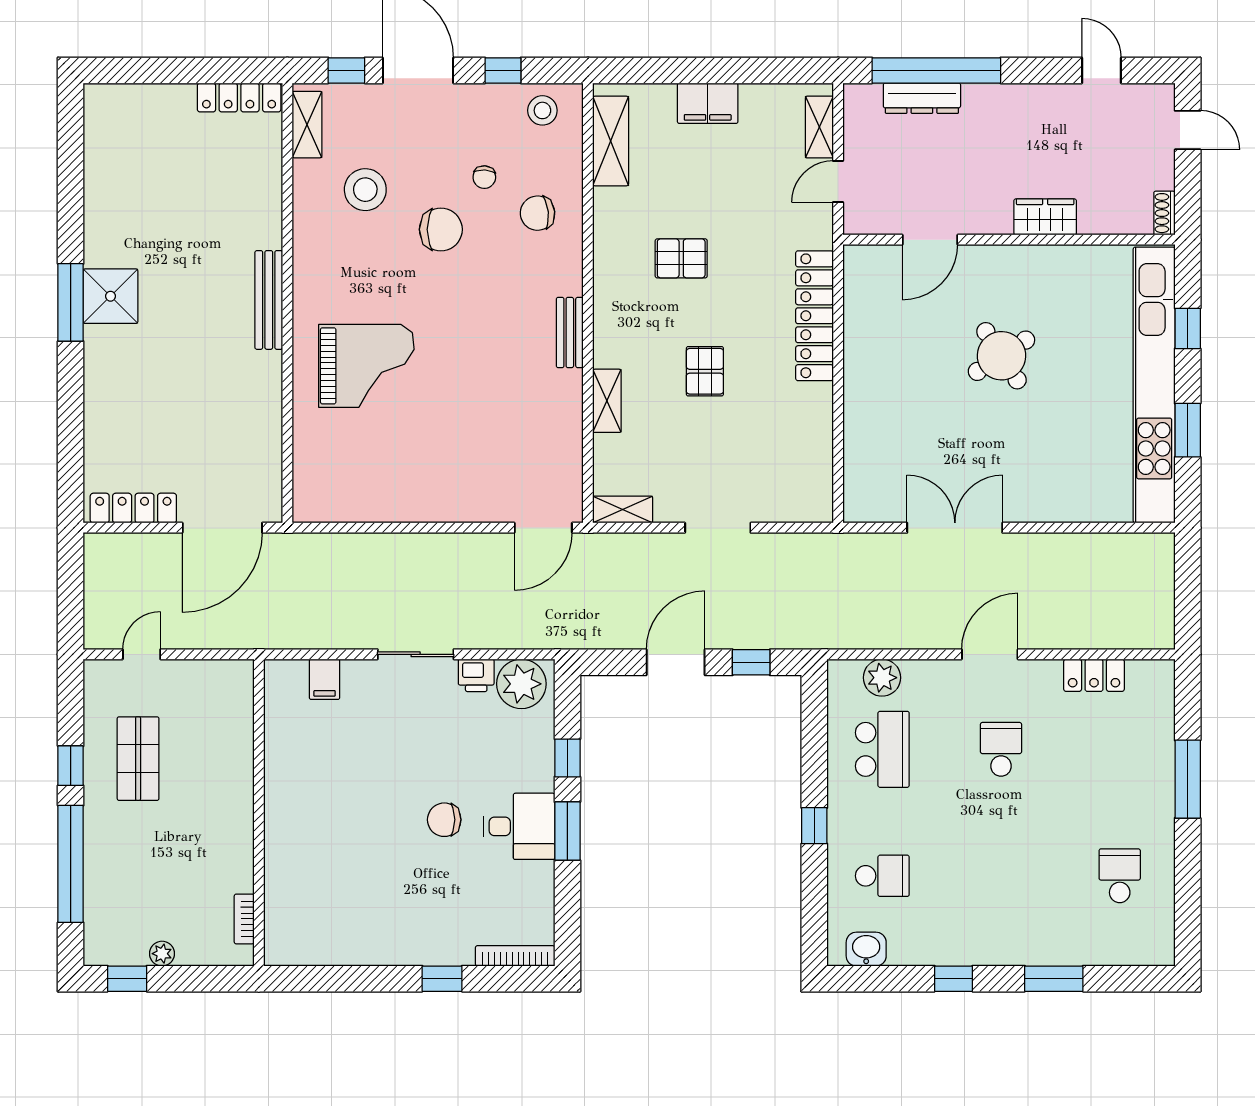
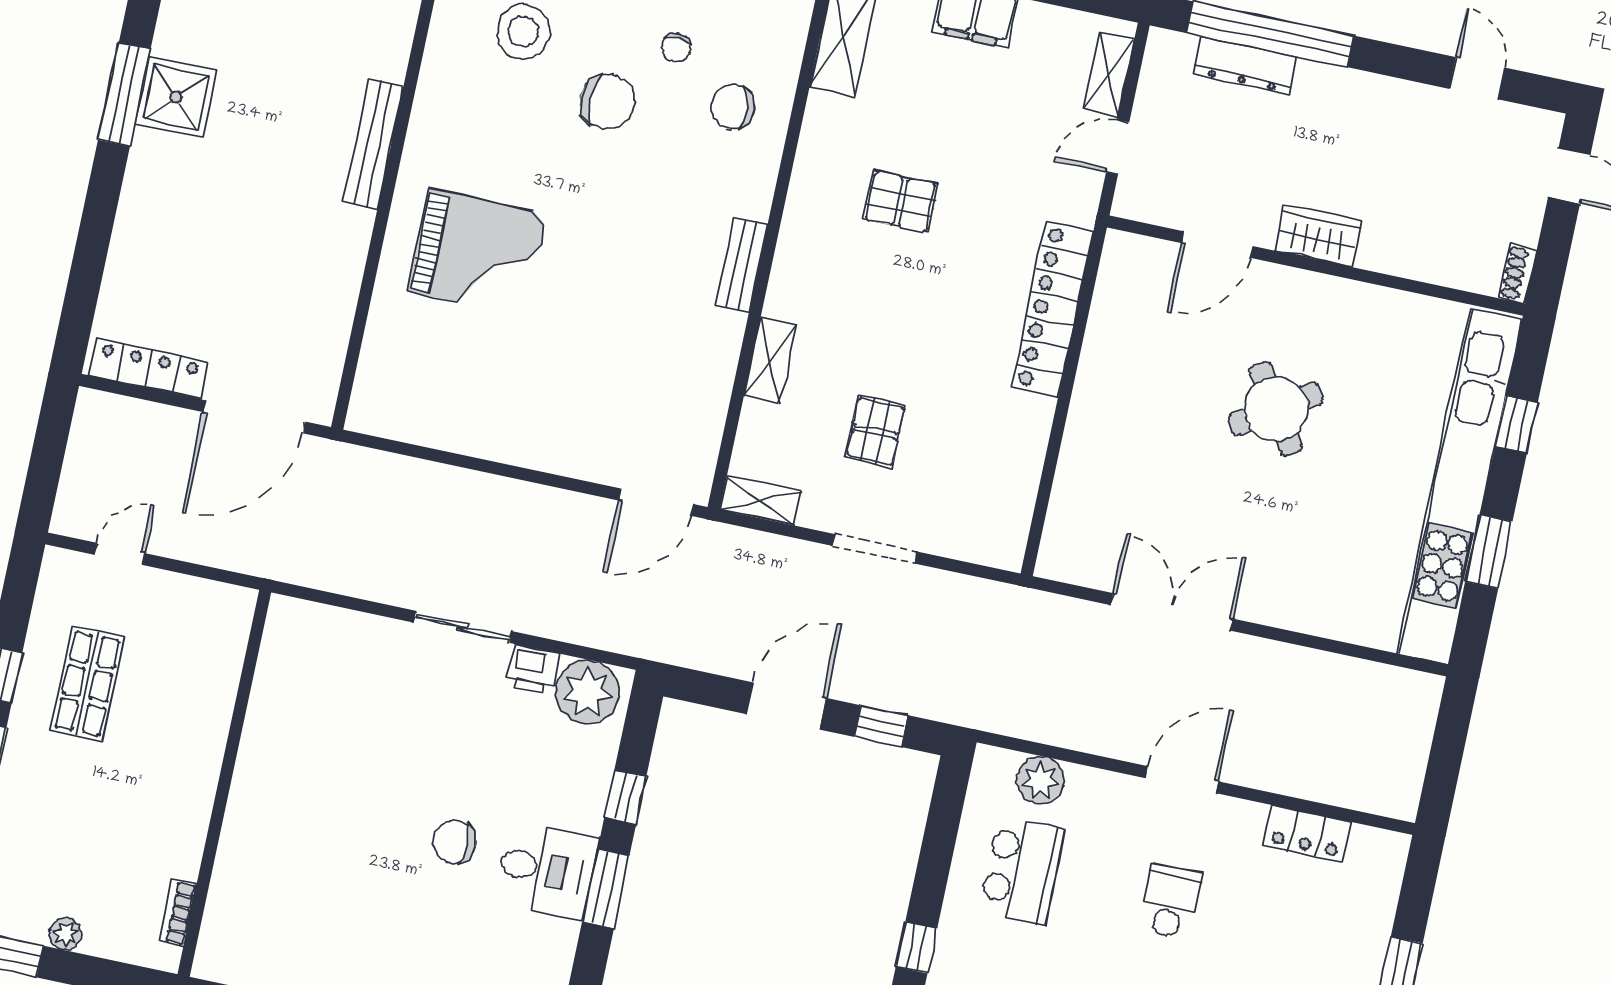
wardrobe: (1045, 217) -> (1318, 236), moved
pallet: (705, 371) -> (875, 431), moved
filing cabinet: (325, 679) -> (342, 634), removed

